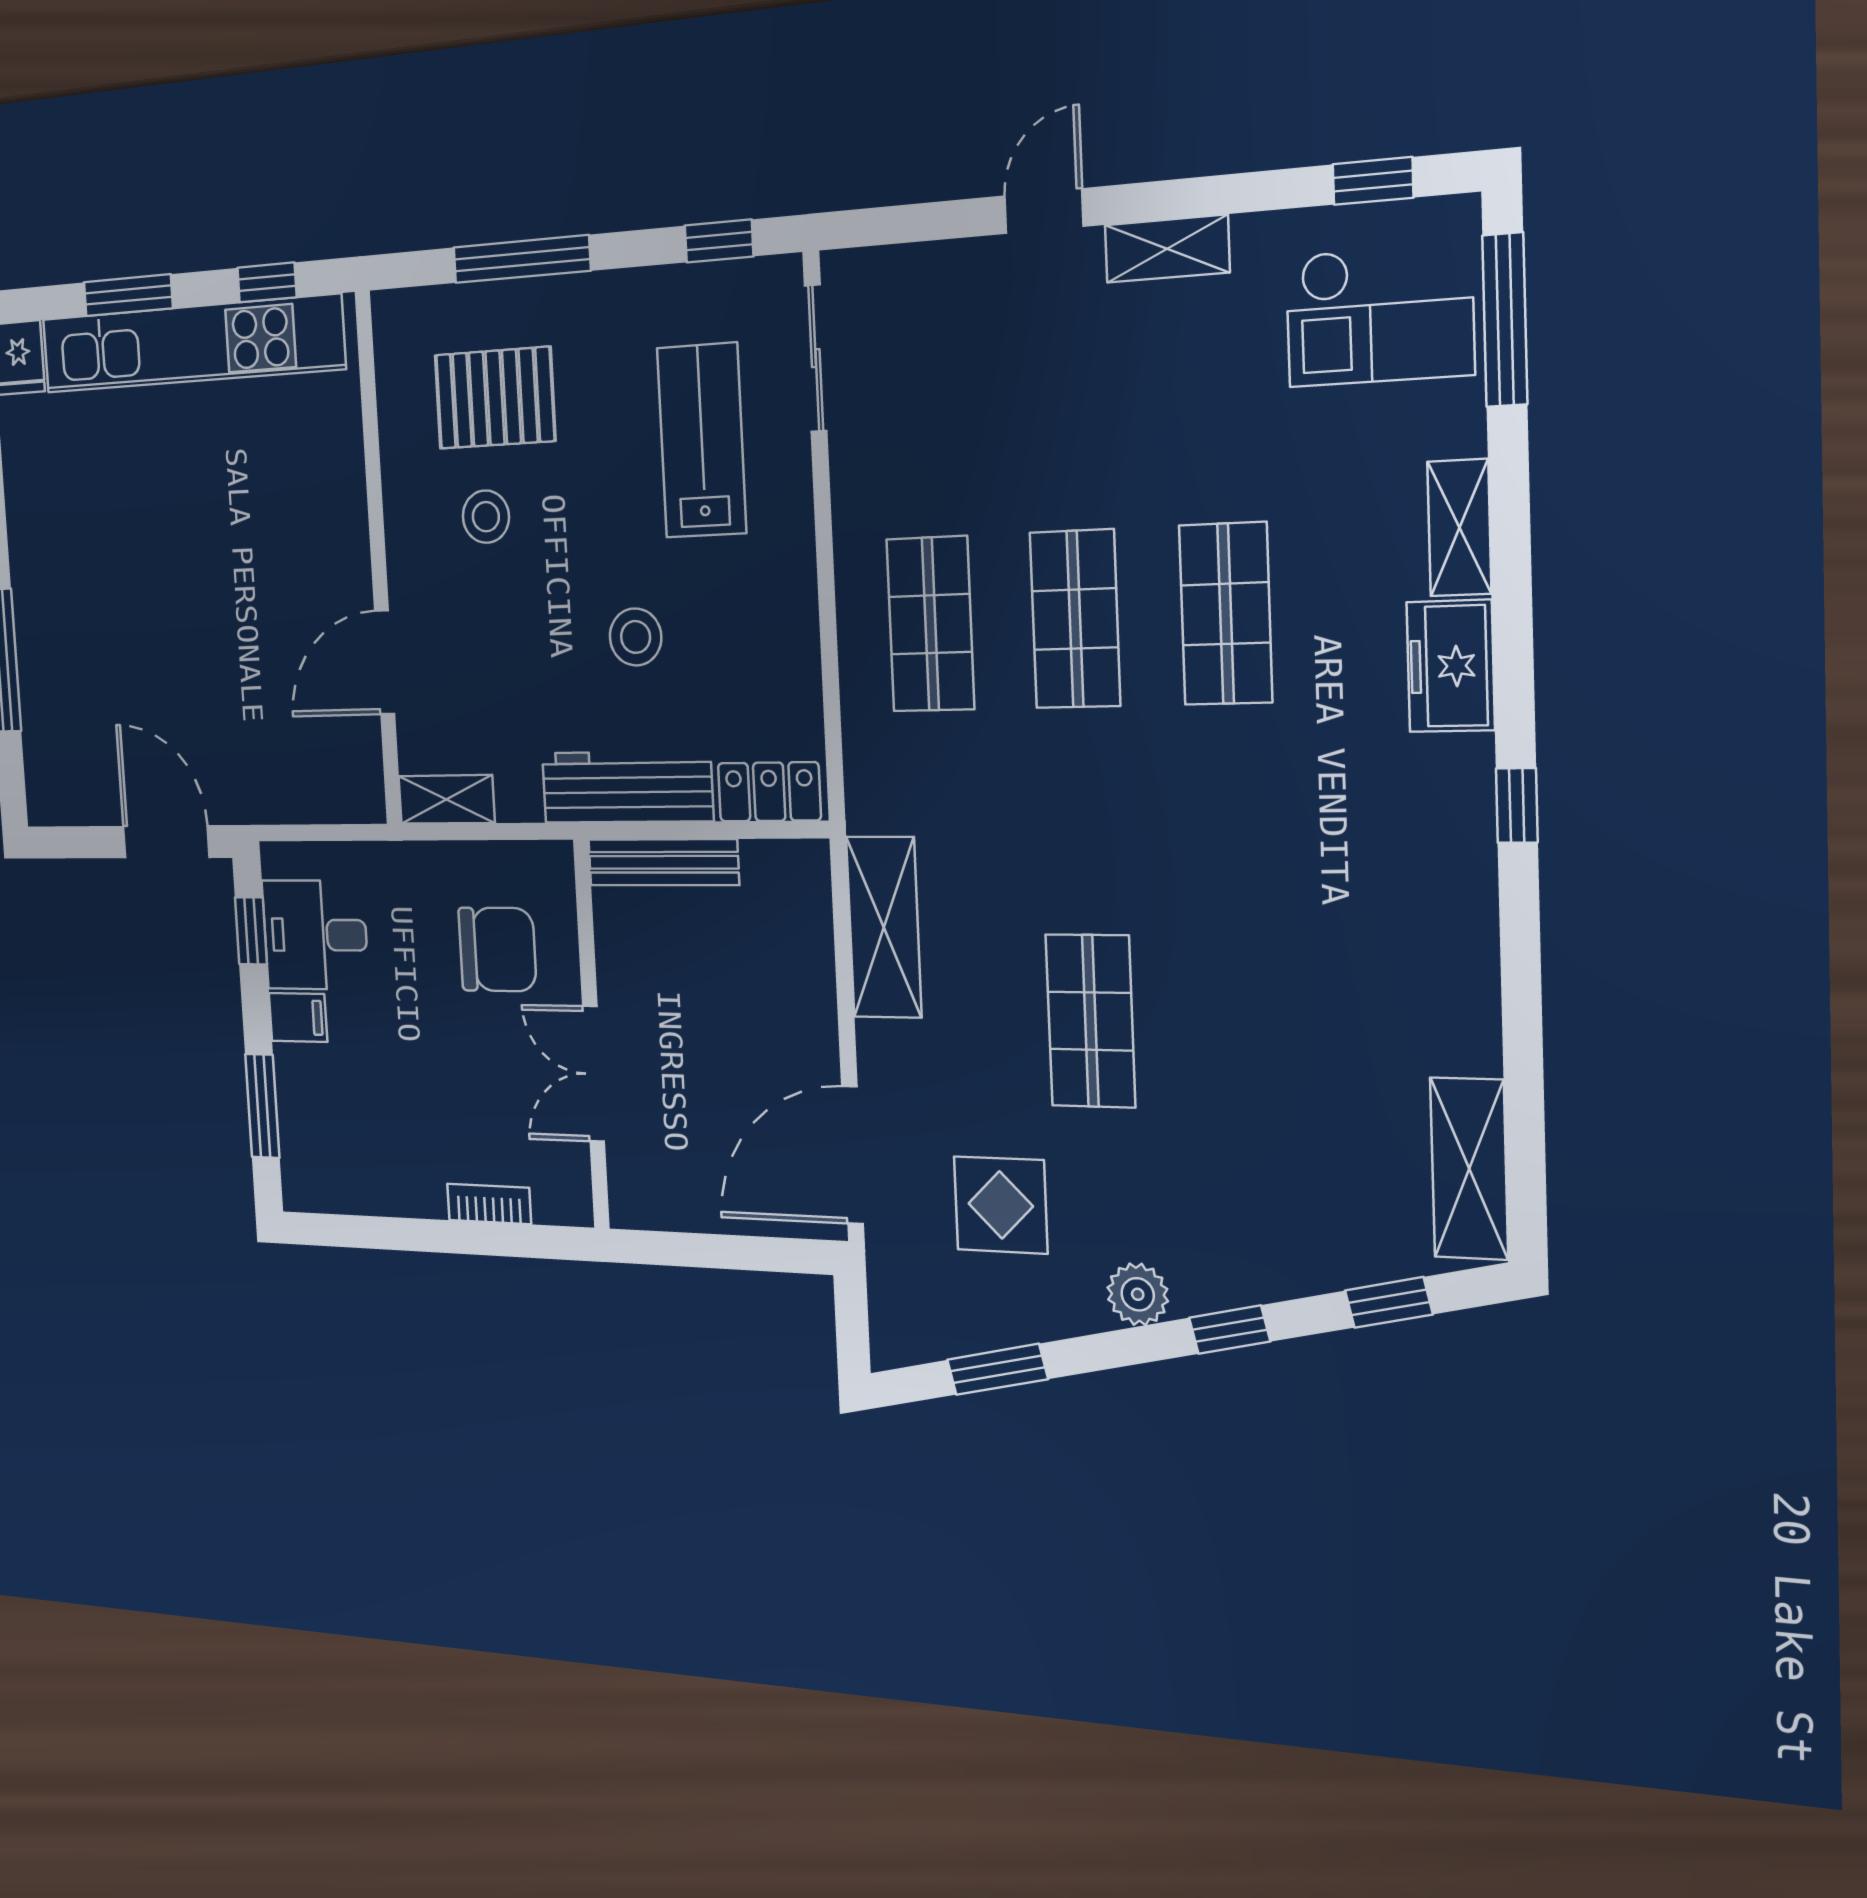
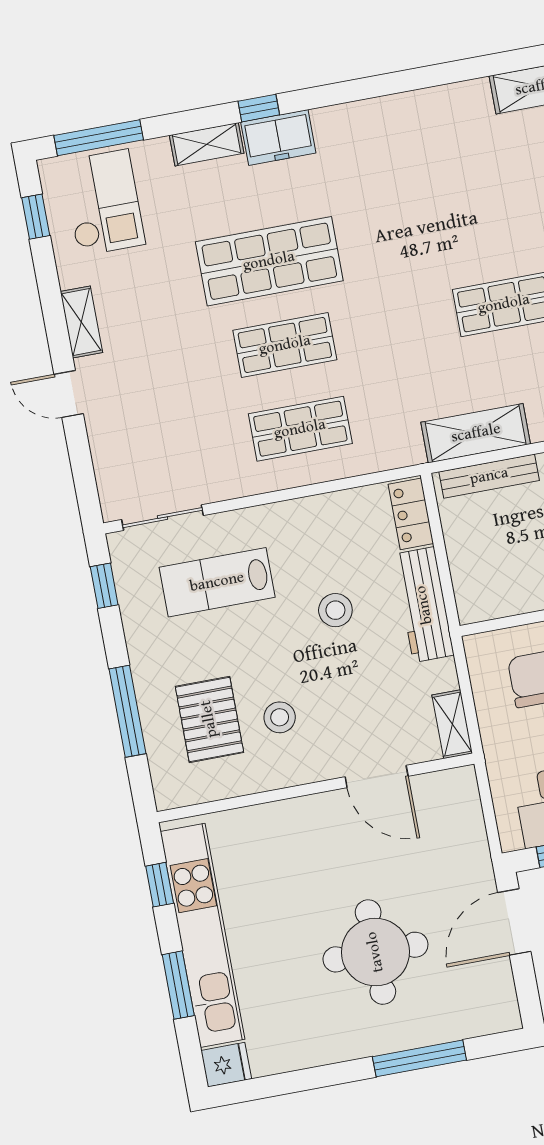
shop shelf: (1226, 614) -> (269, 261), width x1.43, depth x1.36
round table: (145, 617) -> (375, 952), added
window: (1517, 806) -> (259, 108), moved
bench: (663, 862) -> (489, 476), moved, turned 90

